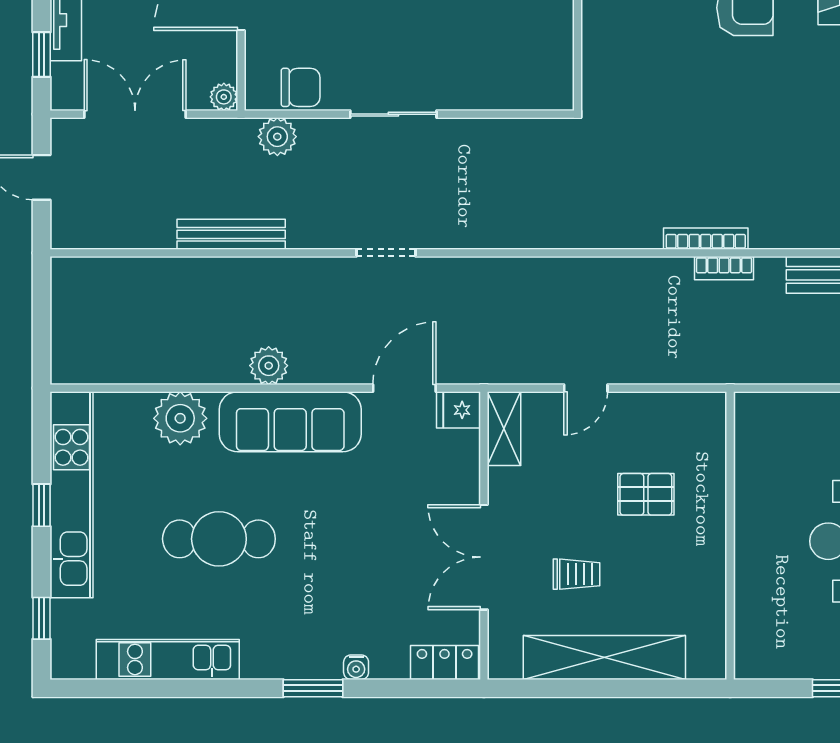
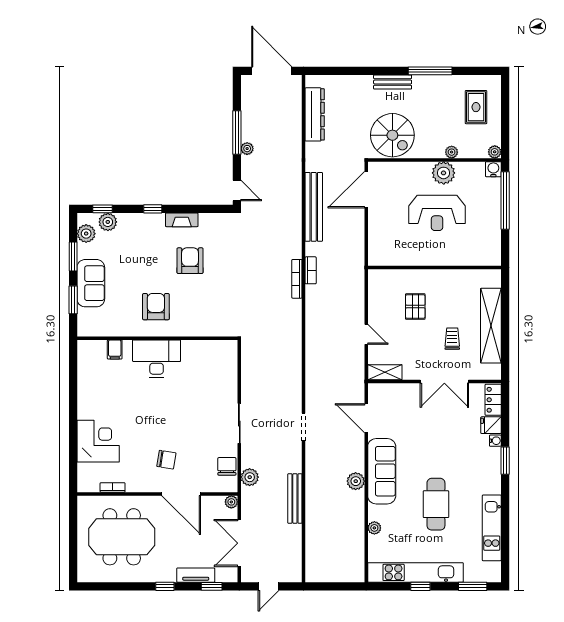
fridge: (459, 410) -> (491, 425), moved, turned 90
plant: (180, 418) -> (374, 528), width x0.53, depth x0.53
window: (42, 618) -> (473, 586), width x1.50

